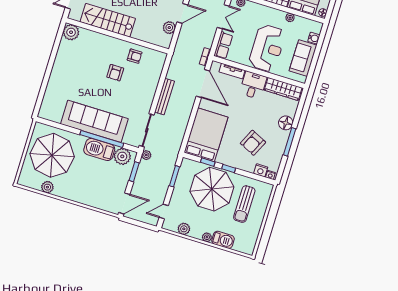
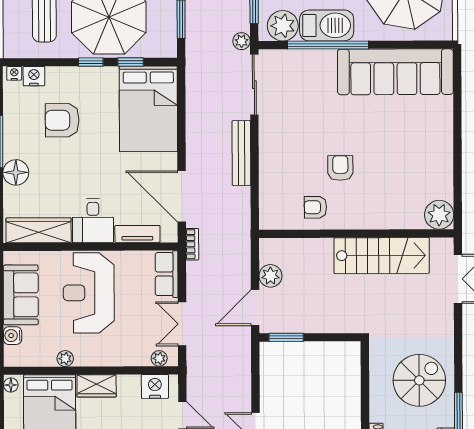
sofa: (94, 121) -> (395, 72), moved
armchair: (253, 143) -> (62, 120), turned -115

